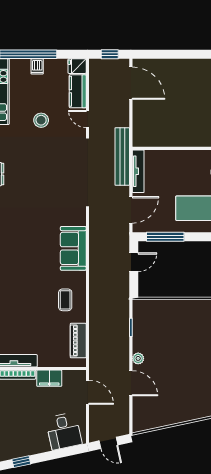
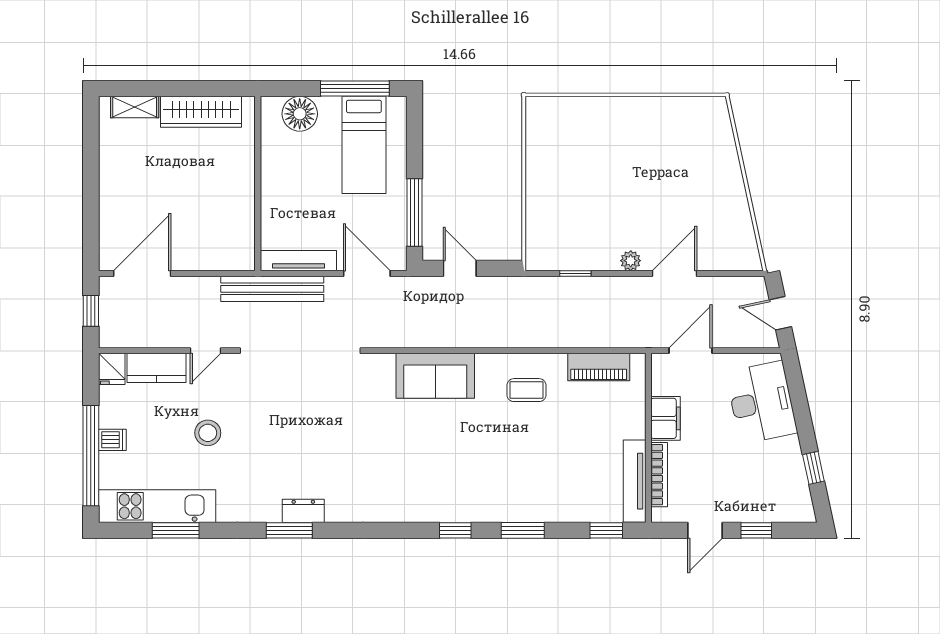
desk: (64, 431) -> (762, 402), width x1.37
door: (108, 443) -> (780, 313), swing flipped

